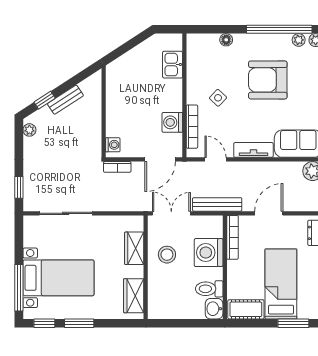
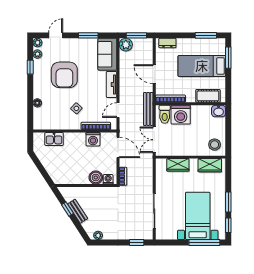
window: (279, 29) -> (30, 67), width x0.32
window: (45, 100) -> (67, 209), moved
boiler: (115, 126) -> (96, 177), added
stool: (167, 255) -> (215, 145), moved
toilet: (209, 289) -> (165, 114), moved
cot: (246, 309) -> (208, 96), moved, turned 90

